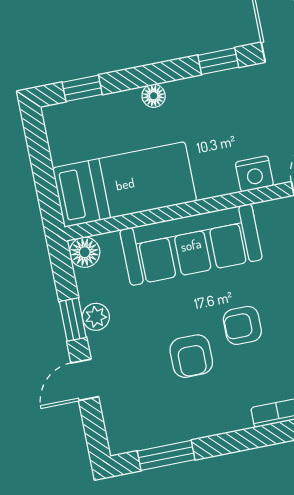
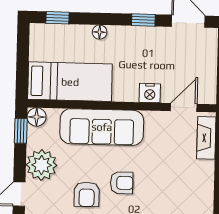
plant: (96, 317) -> (42, 165), width x1.88, depth x1.88
window: (73, 320) -> (21, 131), moved
armchair: (242, 325) -> (122, 183), turned 180

